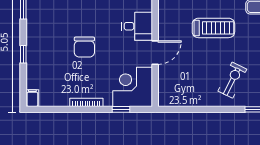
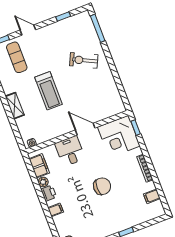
treadmill: (213, 28) -> (48, 91), turned 180
filing cabinet: (32, 98) -> (152, 196), moved
window: (121, 109) -> (136, 128), moved

